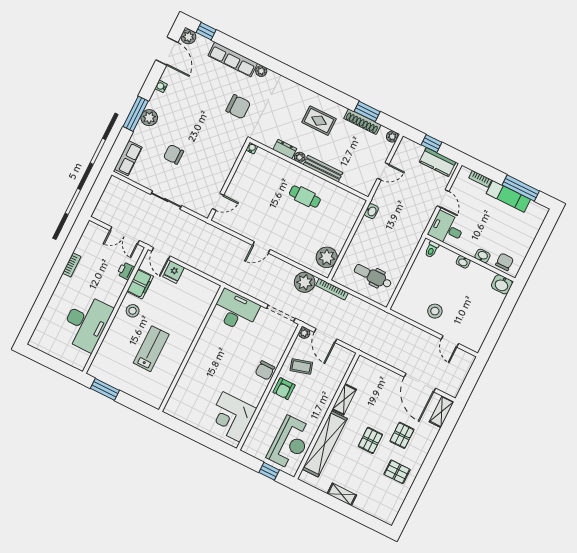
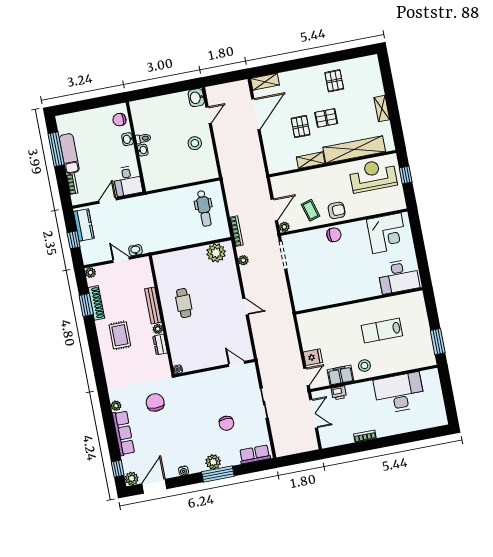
washbasin: (371, 211) -> (135, 250), moved
toilet: (432, 249) -> (143, 138), moved
plant: (305, 282) -> (243, 260), width x0.53, depth x0.53
washbasin: (502, 284) -> (196, 98), moved, turned 180
desk: (235, 311) -> (399, 276), moved, turned -90
pallet: (402, 435) -> (301, 127), moved, turned 90

